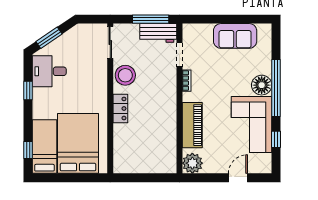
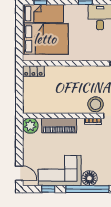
stool: (125, 75) -> (96, 104), moved
locker: (120, 108) -> (33, 71), moved
door: (238, 178) -> (19, 173), moved

